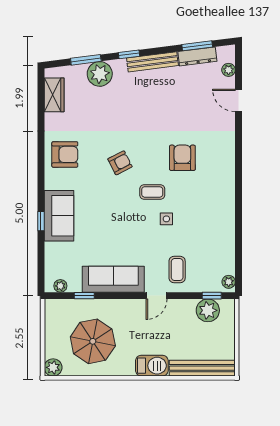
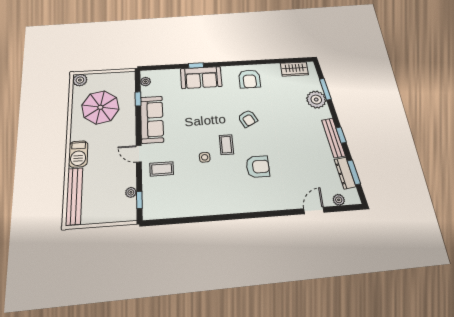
window: (129, 54) -> (341, 135), moved
plant: (229, 282) -> (152, 214), removed
plant: (208, 310) -> (131, 192), width x0.53, depth x0.53

